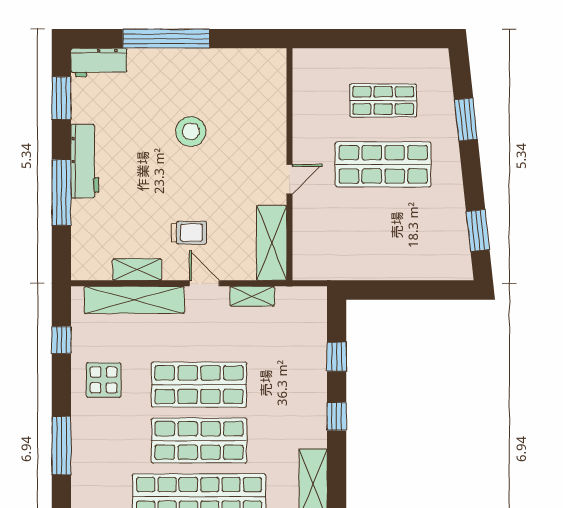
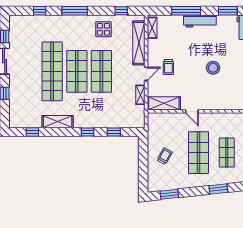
trolley: (392, 241) -> (165, 156), added
shelving: (137, 270) -> (152, 28), moved

